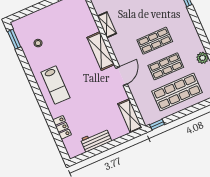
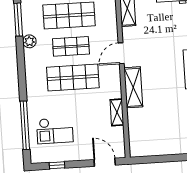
shop shelf: (155, 41) -> (73, 78), width x1.43, depth x1.36

